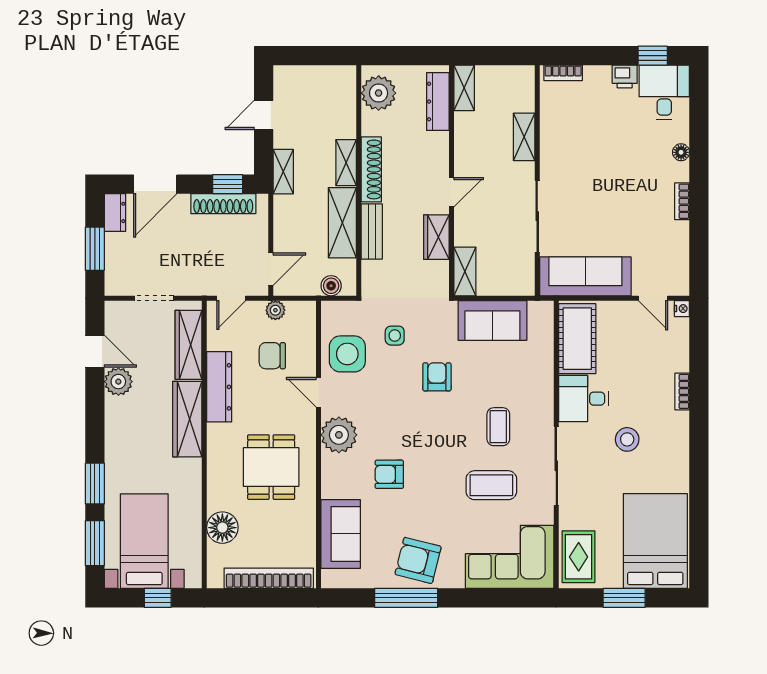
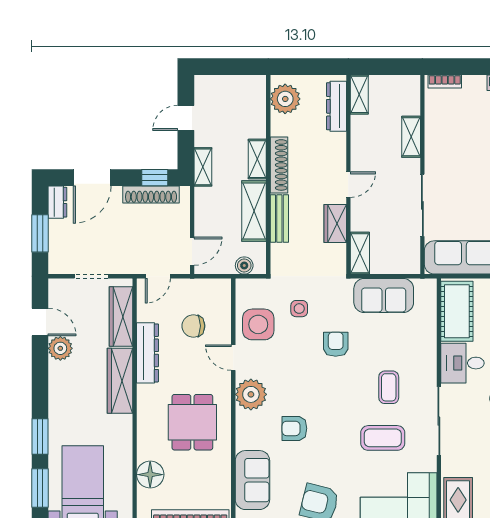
plant: (275, 310) -> (196, 287), removed

